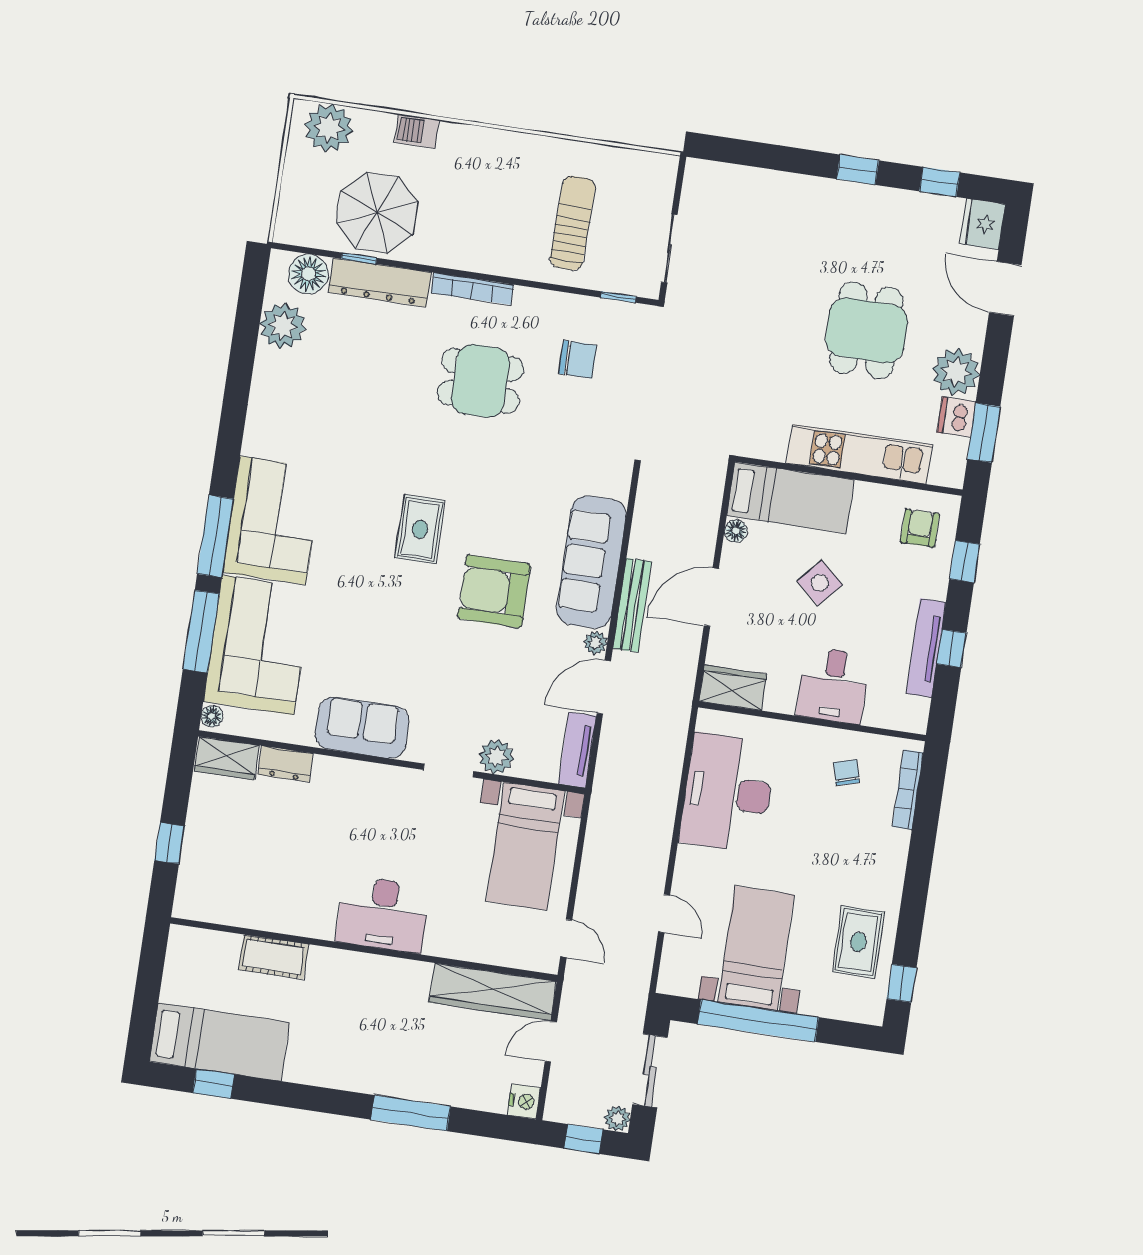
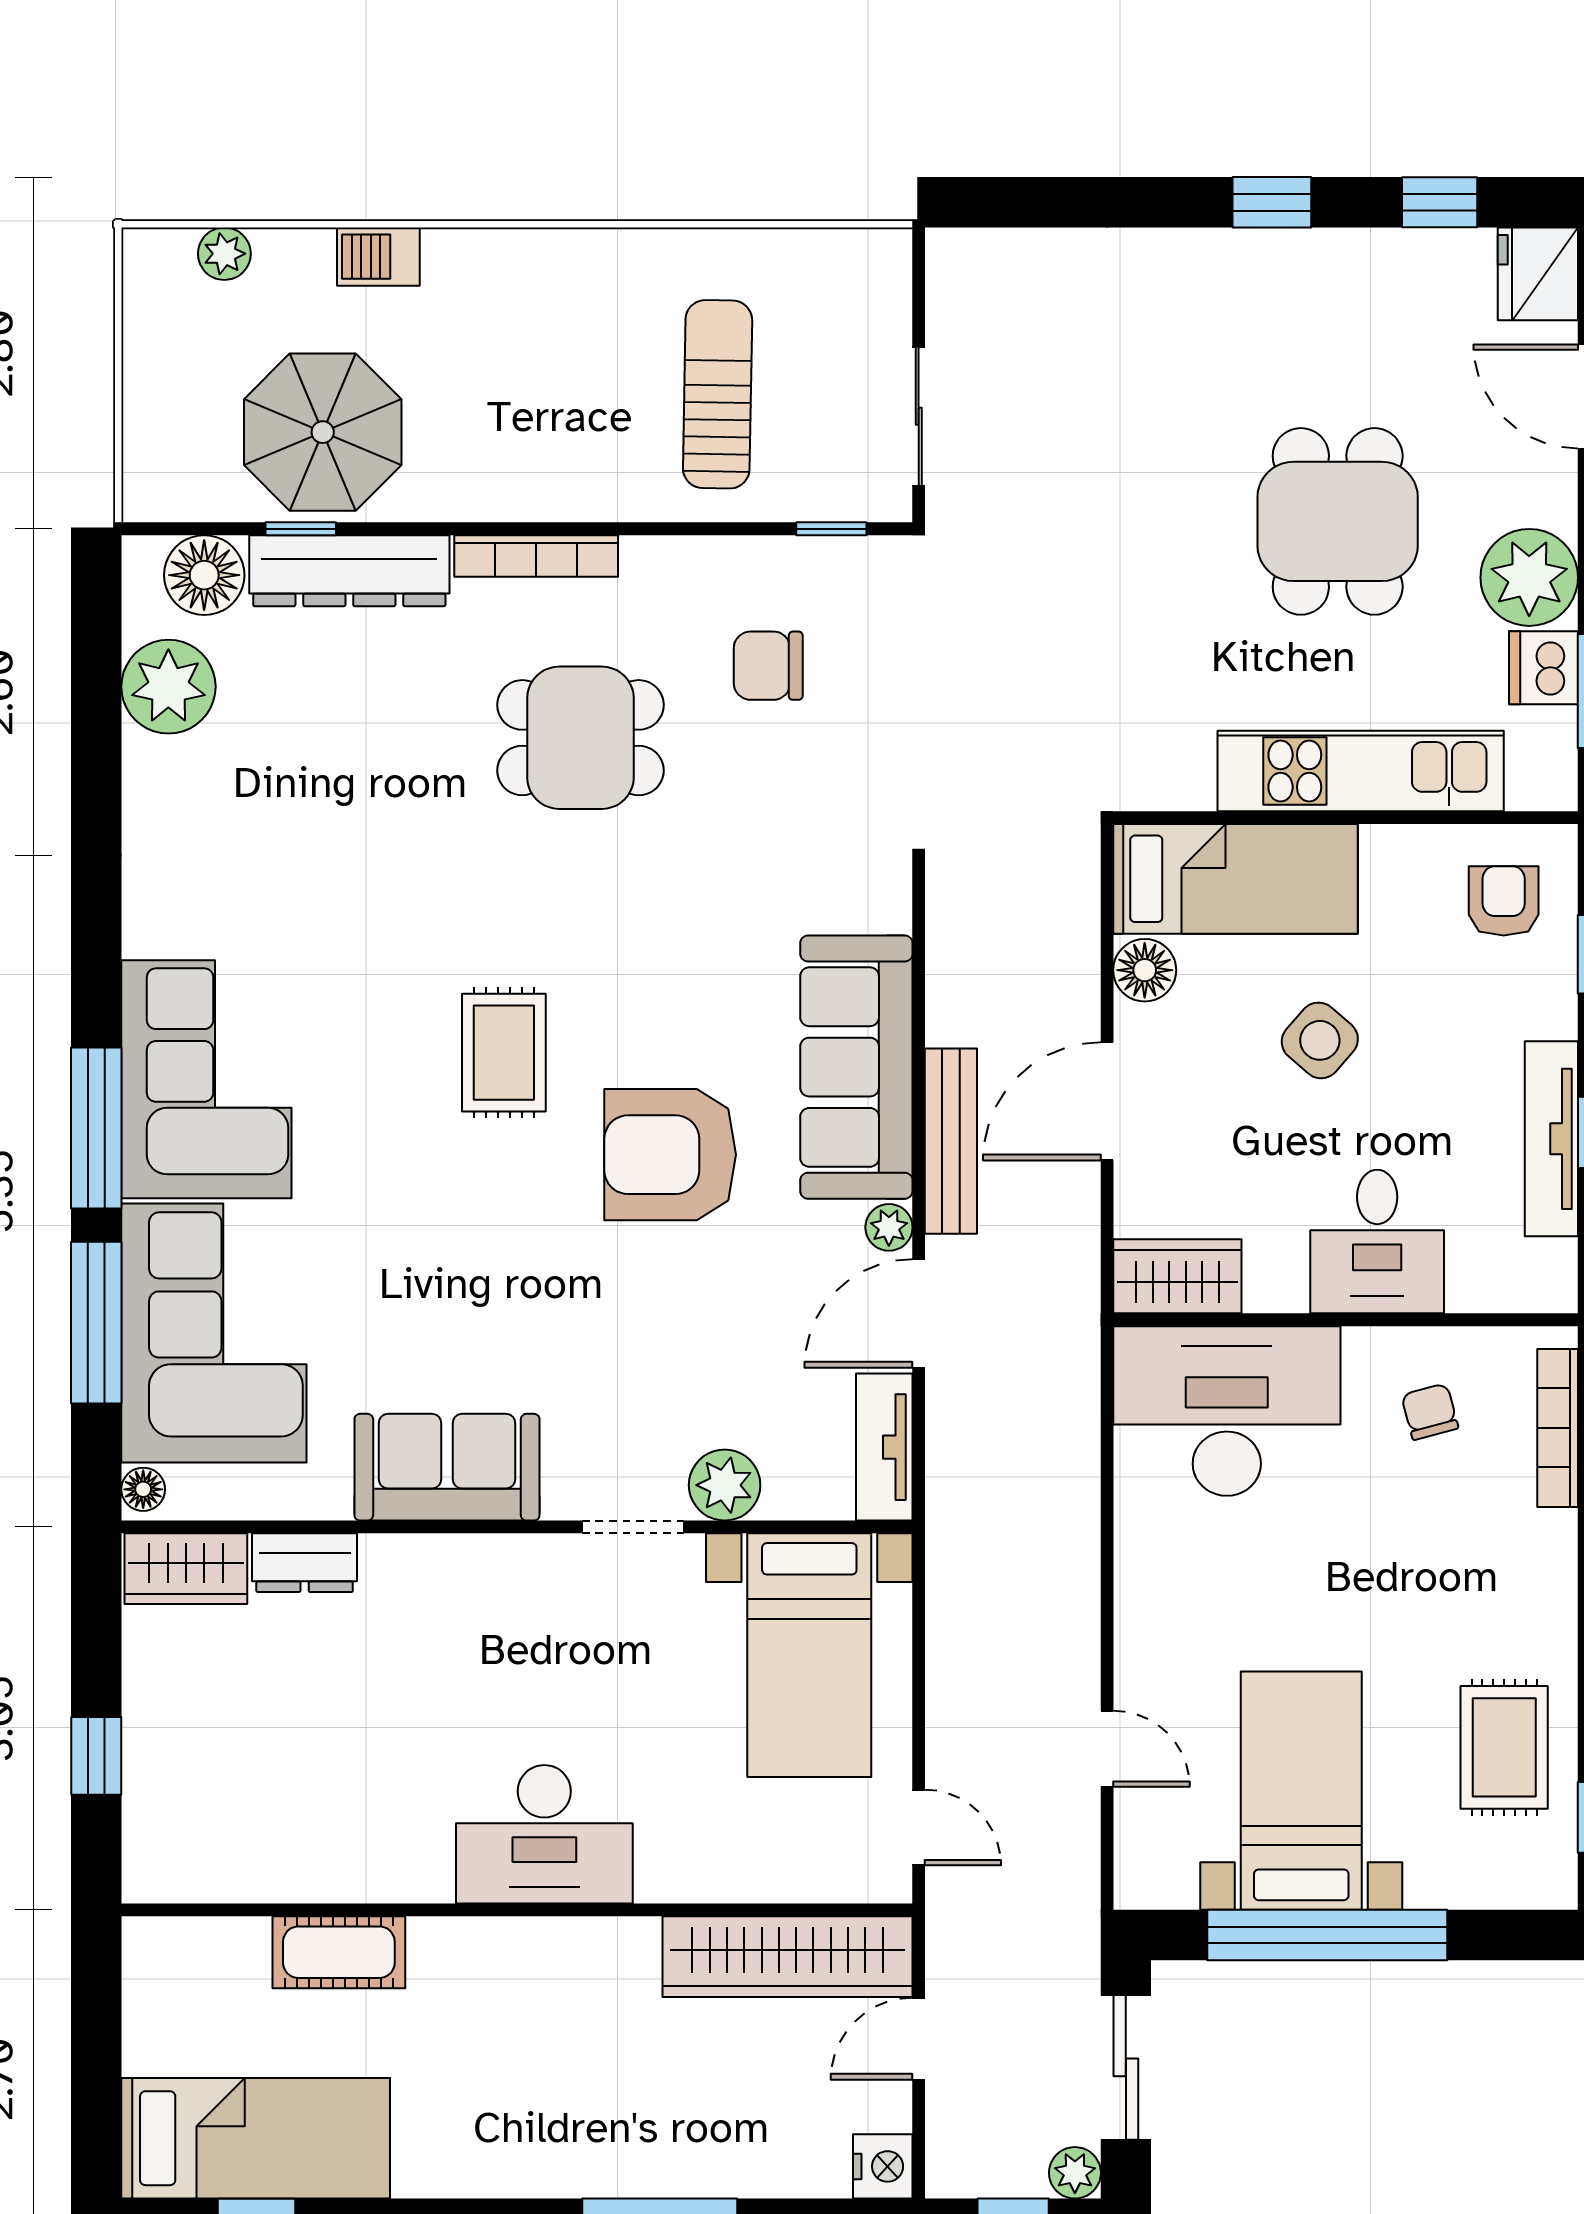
plant: (329, 128) -> (224, 254), width x0.53, depth x0.53
chair: (578, 359) -> (768, 666), turned 180
floor lamp: (736, 531) -> (1145, 970), width x1.37, depth x1.37
desk: (728, 793) -> (1227, 1411), moved, turned 90

